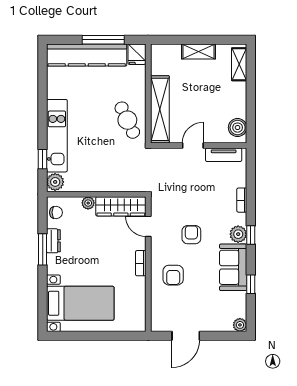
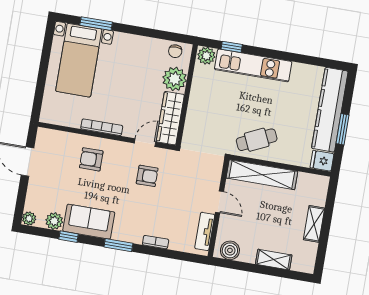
window: (103, 40) -> (342, 129), width x0.69
shelving: (239, 64) -> (274, 260), moved
plant: (88, 203) -> (175, 79), width x1.88, depth x1.88
plant: (238, 234) -> (54, 221), moved
armchair: (191, 235) -> (147, 176), moved
window: (251, 235) -> (118, 245), width x1.50
dresser: (53, 241) -> (147, 44), removed
window: (43, 249) -> (96, 24), moved
bookcase: (141, 263) -> (102, 127), width x1.56

